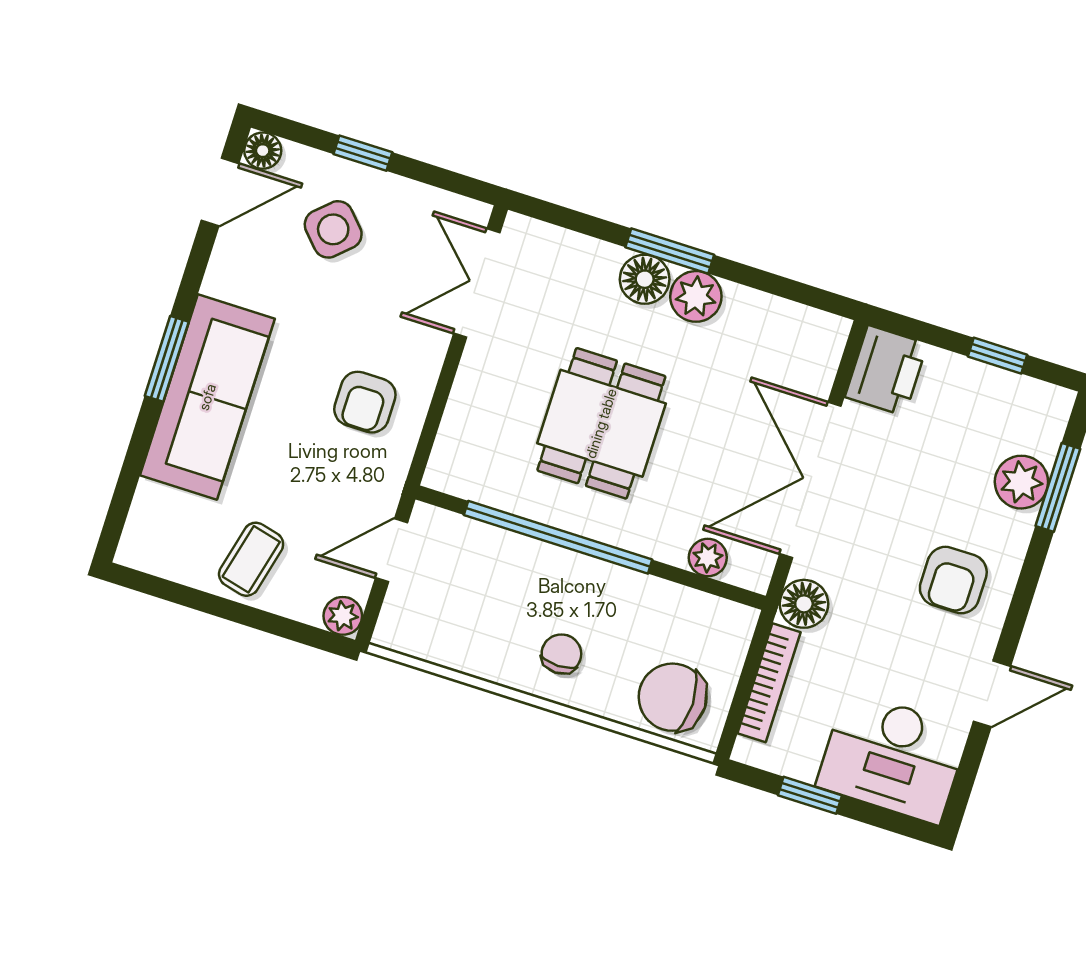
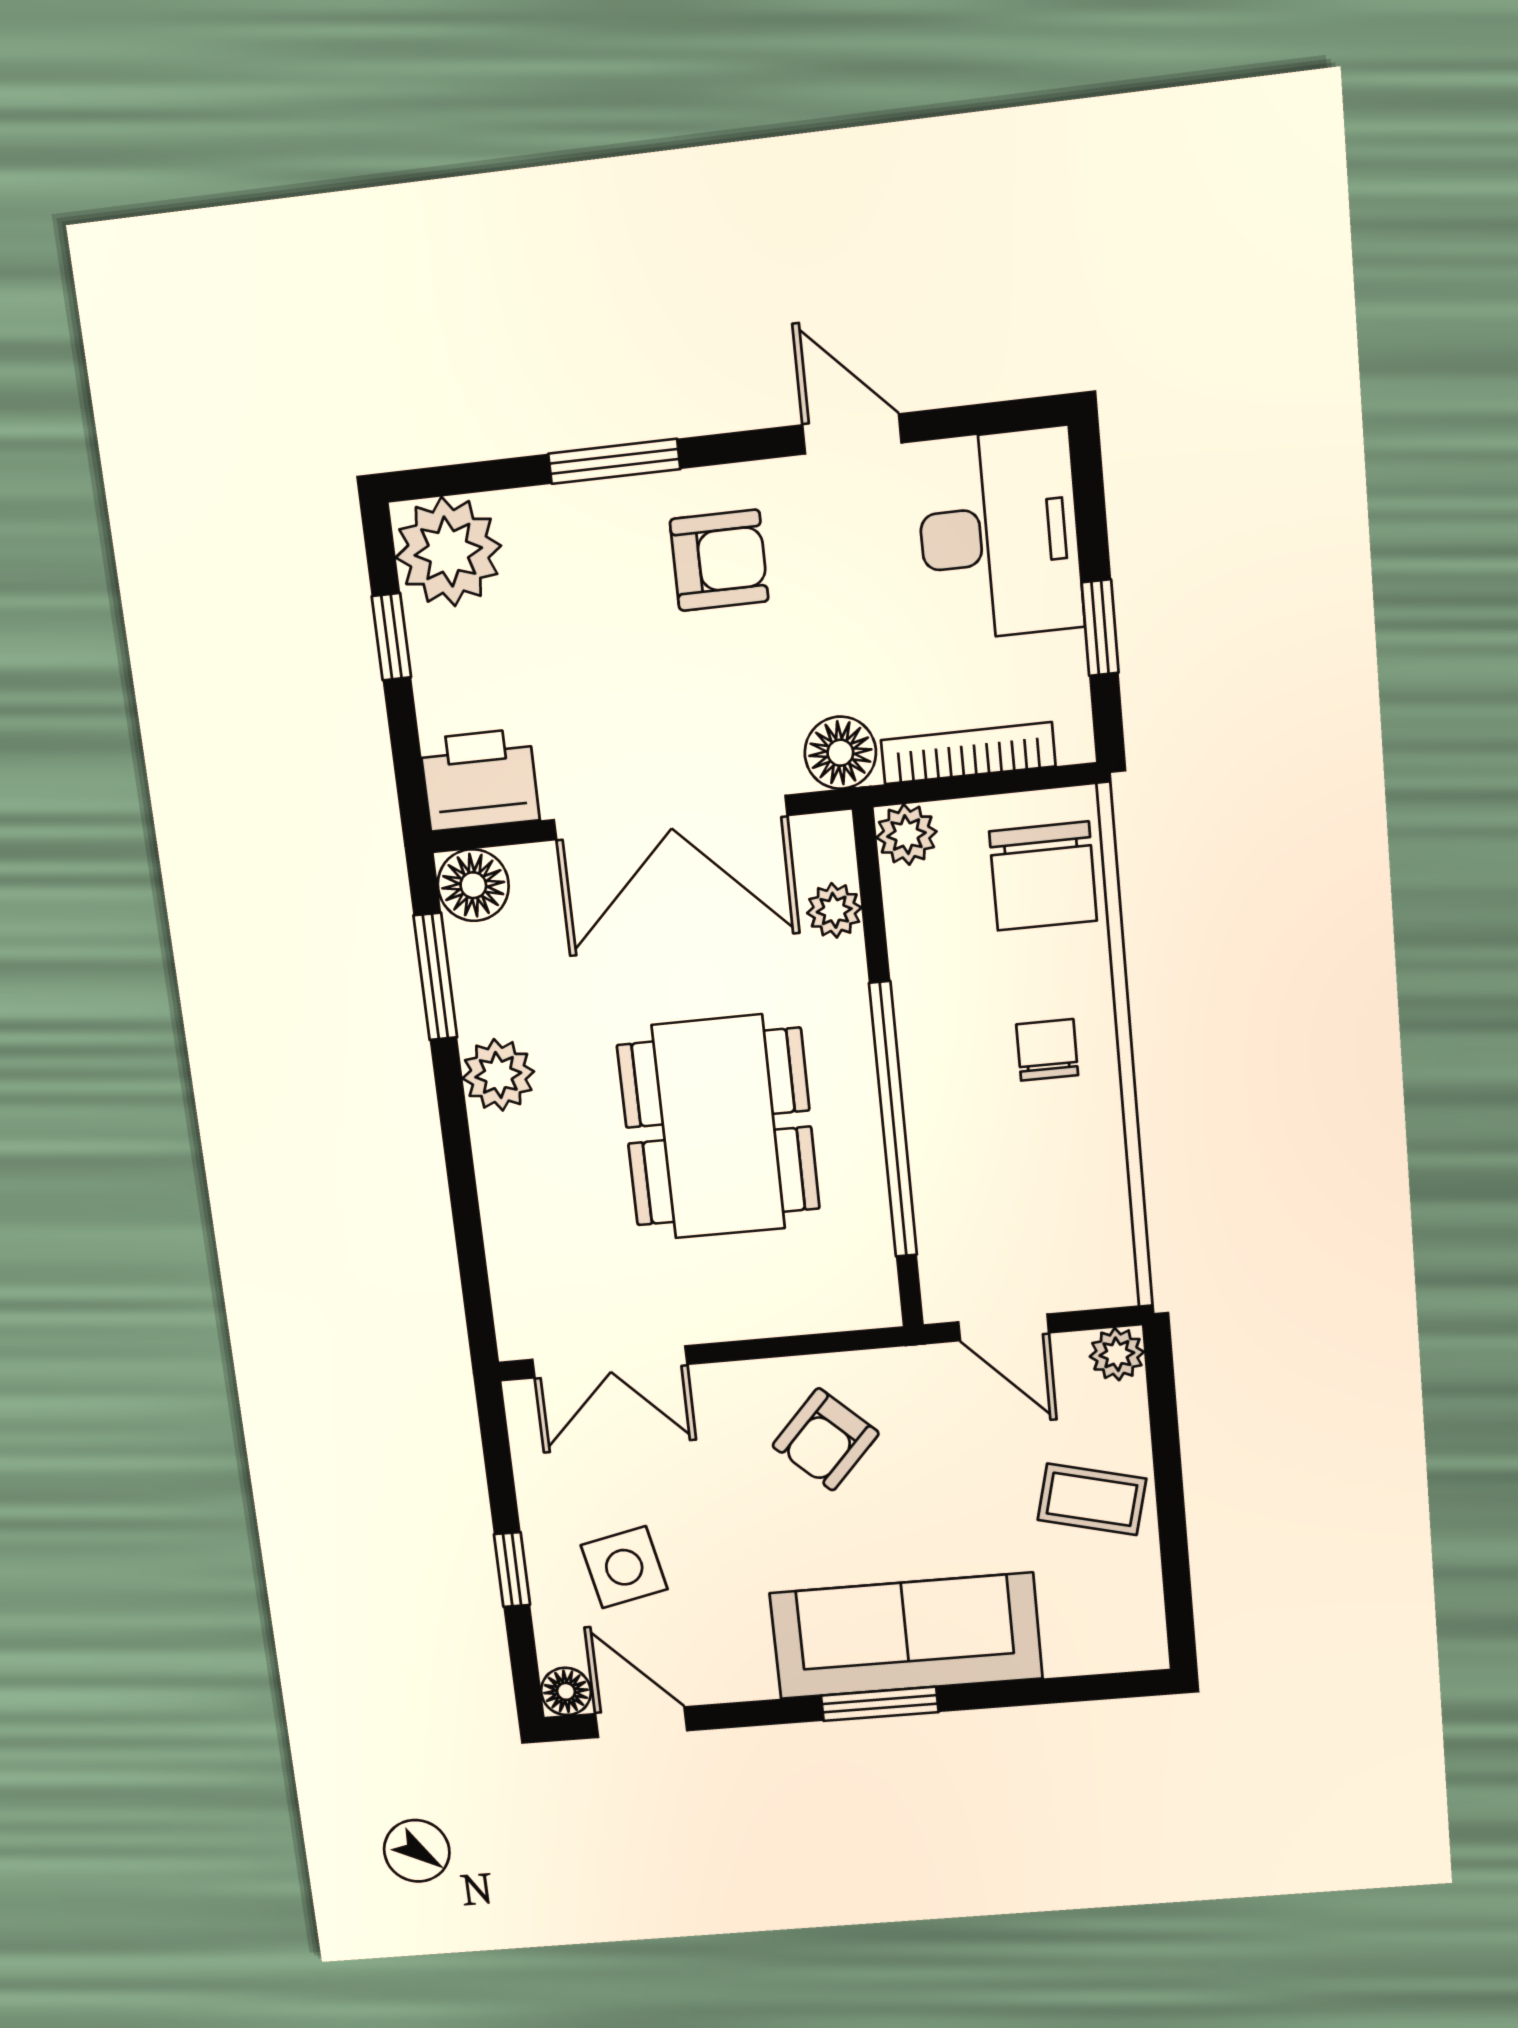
side table: (333, 229) -> (624, 1567), turned 31
window: (670, 251) -> (435, 977), moved
floor lamp: (645, 279) -> (473, 885), moved
armchair: (365, 402) -> (826, 1439), turned 133
dining table: (601, 423) -> (719, 1127), width x1.38
plant: (1021, 482) -> (448, 552), moved, width x1.36, depth x1.36
window: (1058, 487) -> (614, 461), moved
plant: (735, 623) -> (907, 835), added
chair: (561, 654) -> (1047, 1050), turned 90

